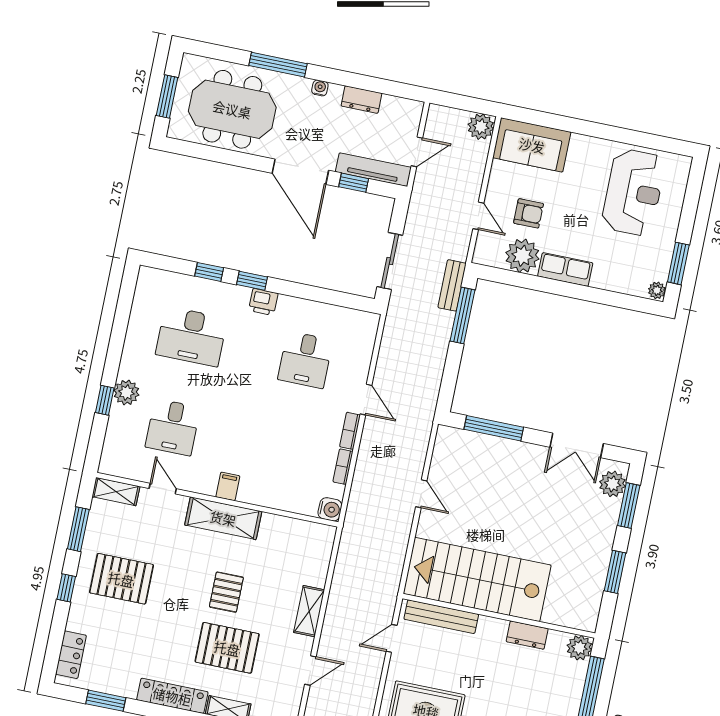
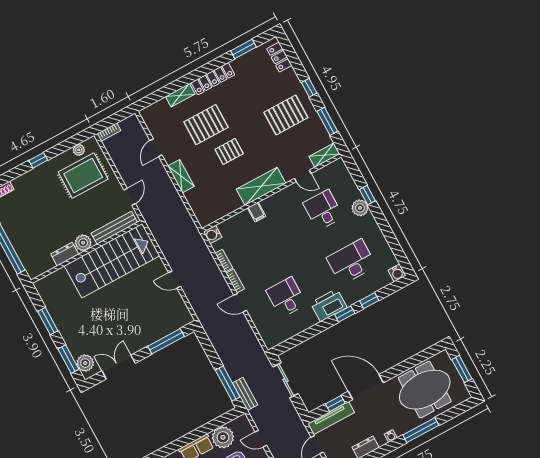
water cooler: (148, 277) -> (397, 273), added
printer: (263, 302) -> (329, 305), width x1.87, depth x1.48
filing cabinet: (228, 486) -> (257, 212), moved
pallet: (226, 592) -> (229, 151), turned 90
plant: (579, 648) -> (83, 243), moved

